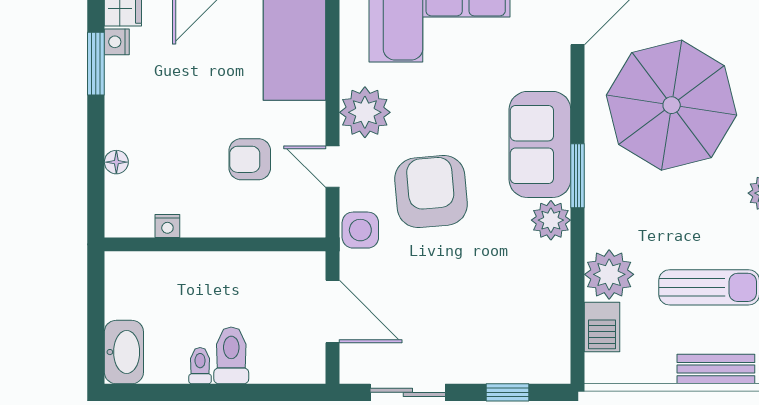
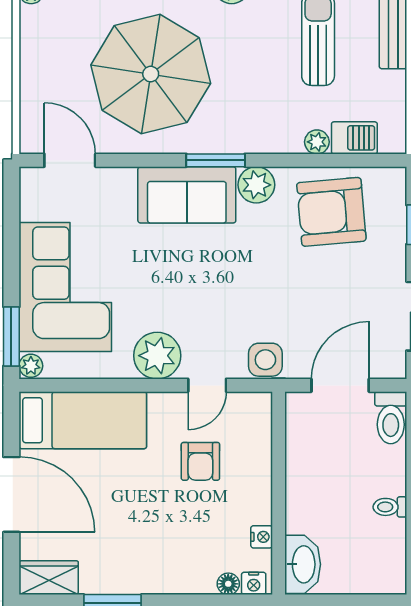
nightstand: (117, 42) -> (254, 583), moved
floor lamp: (116, 162) -> (228, 584), moved
armchair: (431, 192) -> (331, 212), moved
plant: (609, 274) -> (317, 142), width x0.53, depth x0.53
washbasin: (124, 352) -> (303, 564), moved, turned 90
toilet: (231, 355) -> (391, 418), moved, turned -90

